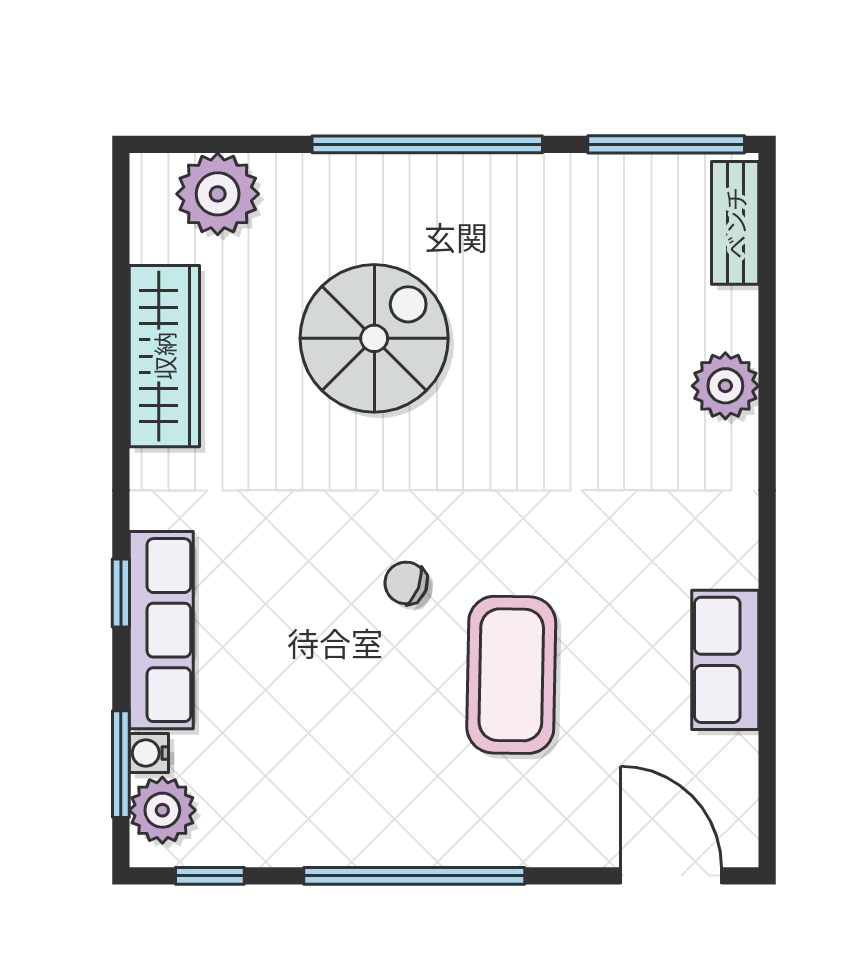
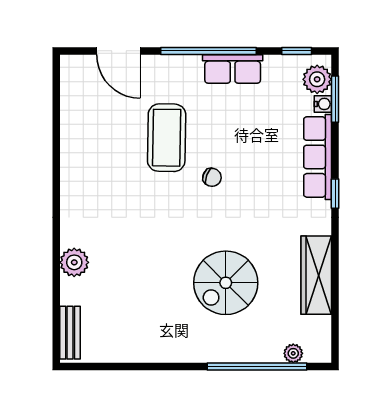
window: (427, 144) -> (257, 366), moved
window: (666, 144) -> (100, 366), removed
plant: (218, 194) -> (293, 353), width x0.53, depth x0.53
window: (121, 593) -> (335, 194), moved
row of seats: (725, 660) -> (233, 69), moved, turned 90
door: (671, 876) -> (118, 51), moved

